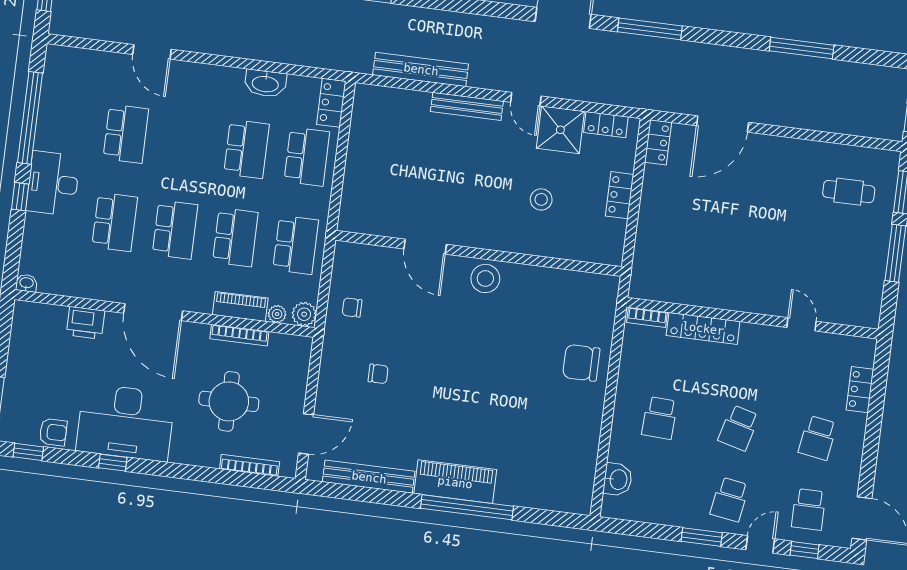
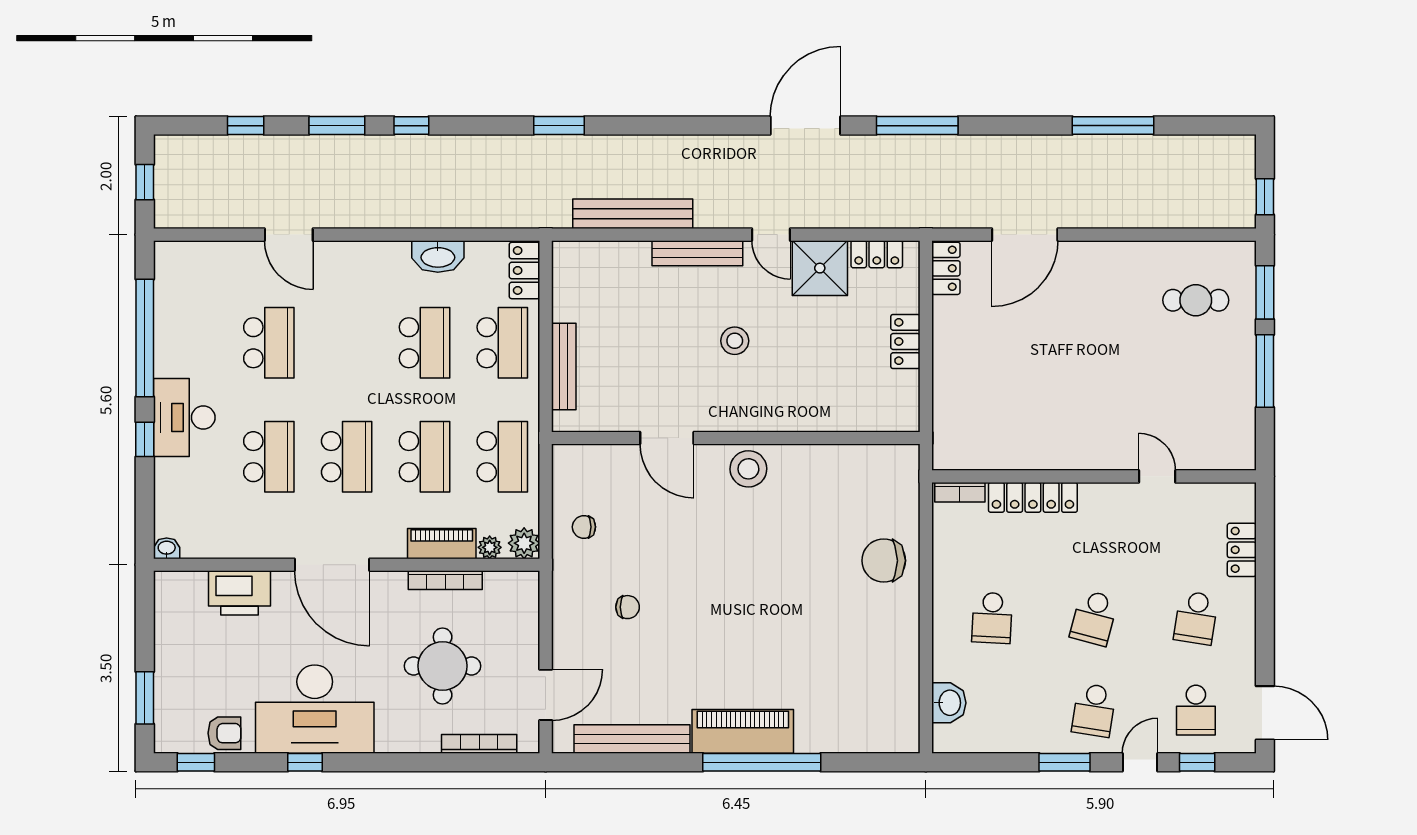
bench: (352, 181) -> (564, 366), added
stool: (541, 199) -> (735, 341), moved
printer: (86, 323) -> (240, 593), width x1.37, depth x1.19

